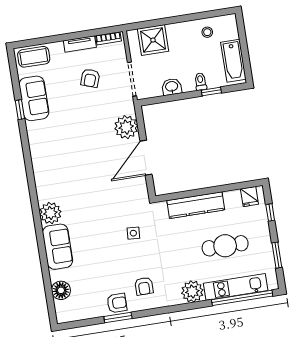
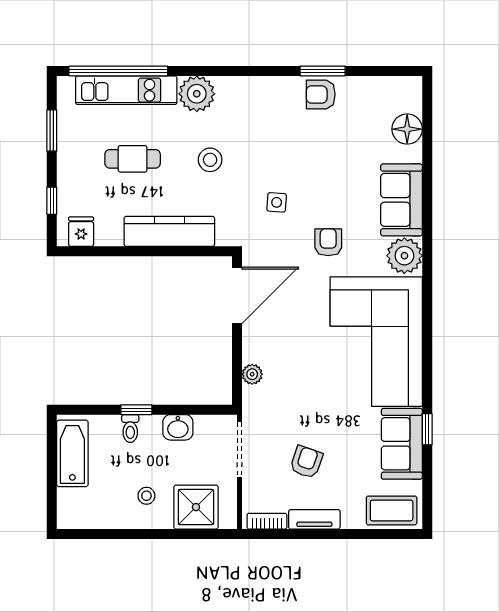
stool: (207, 32) -> (146, 496), moved
window: (211, 91) -> (136, 410), moved
plant: (126, 127) -> (252, 374), width x0.53, depth x0.53
corner sofa: (59, 158) -> (376, 342), added
door: (146, 158) -> (237, 295), moved
cafe table: (225, 246) -> (133, 159), width x0.73, depth x0.74
stool: (178, 253) -> (210, 160), added
armchair: (144, 286) -> (328, 242), moved

